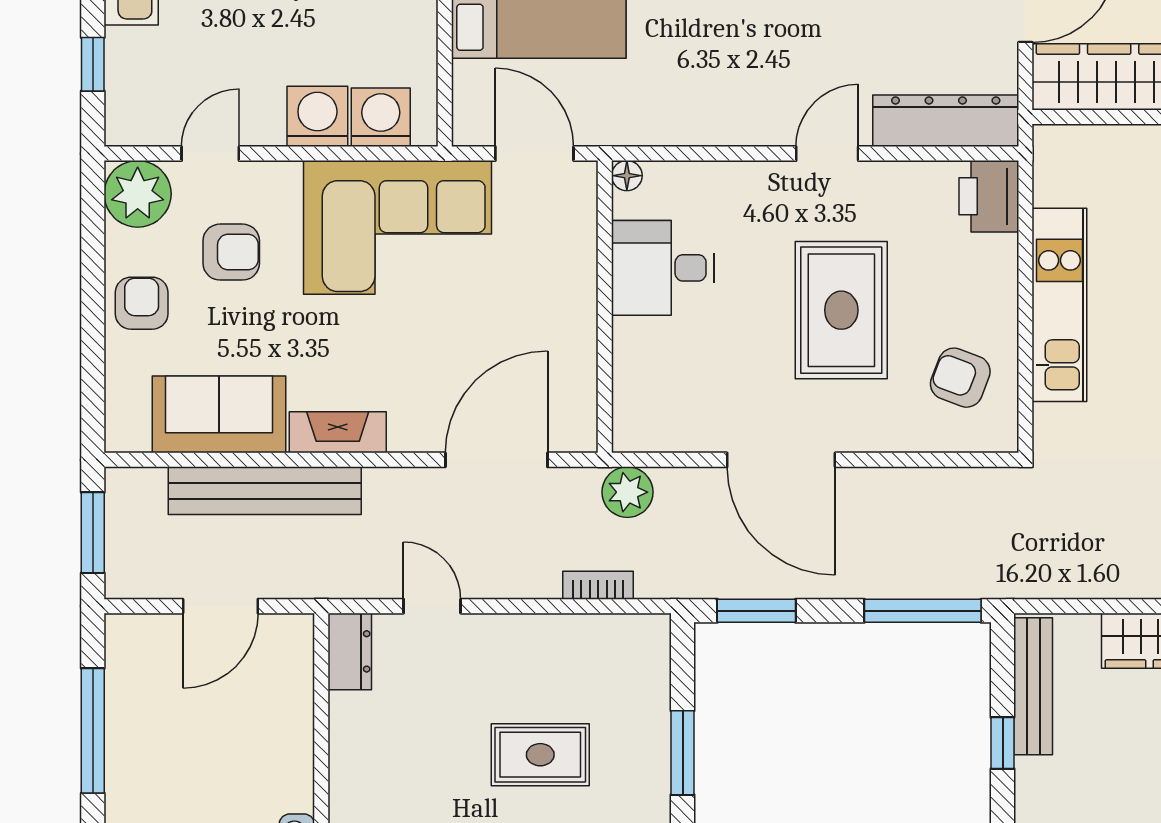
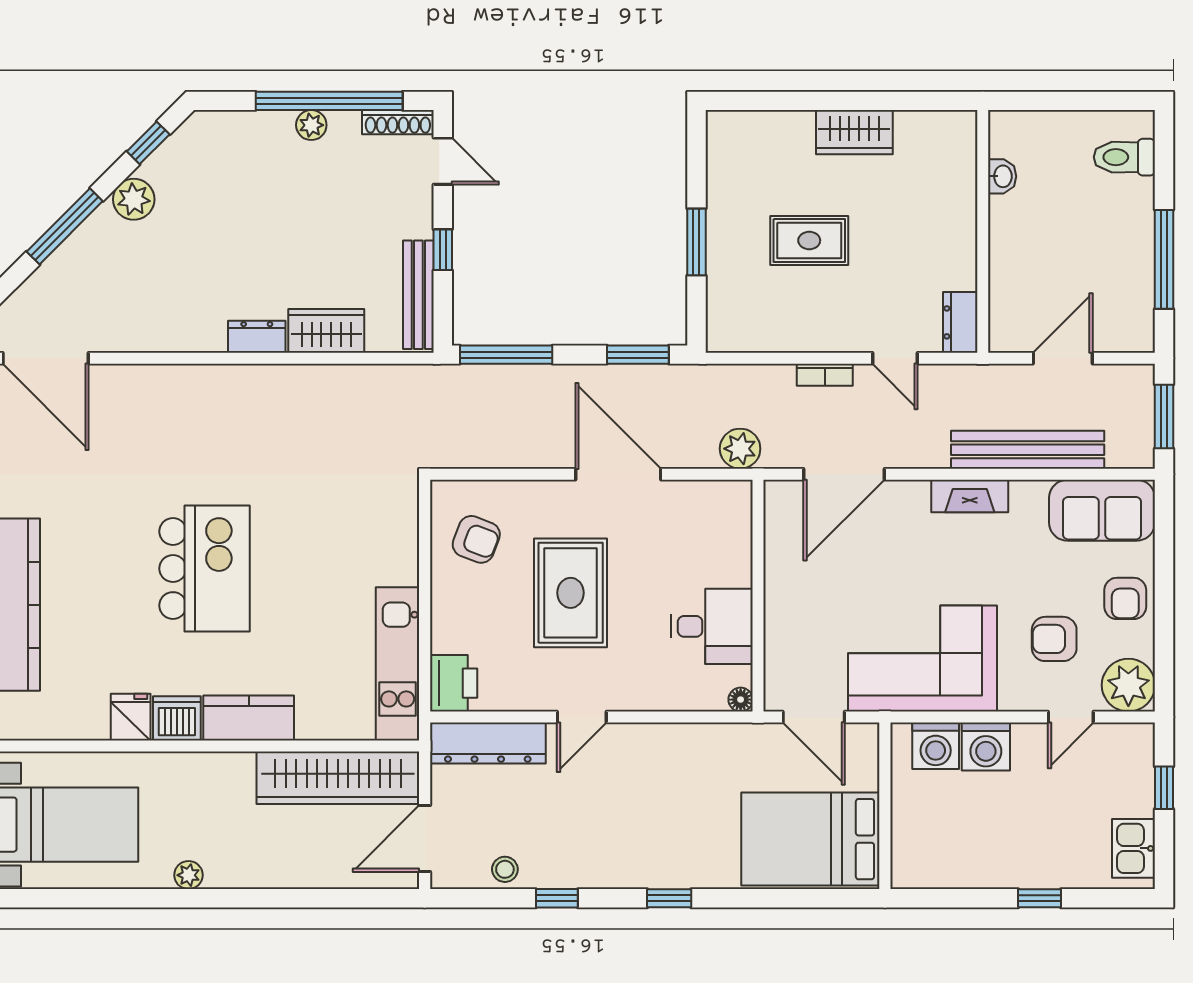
kitchen unit: (1059, 305) -> (398, 664), moved
sofa: (219, 414) -> (1102, 510), moved
bookcase: (598, 585) -> (825, 375), moved

